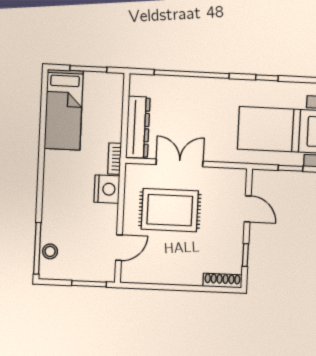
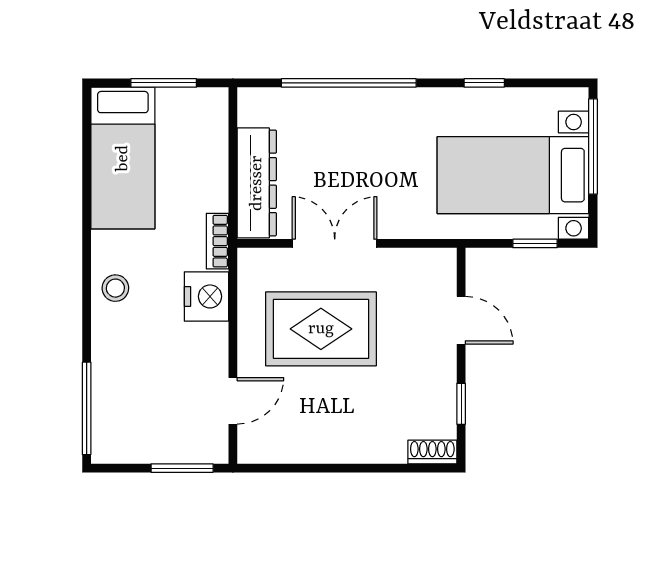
stool: (50, 251) -> (115, 288), moved
shoe rack: (222, 281) -> (432, 452), width x0.70

